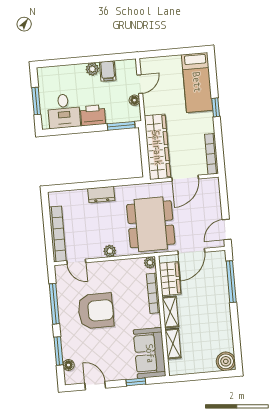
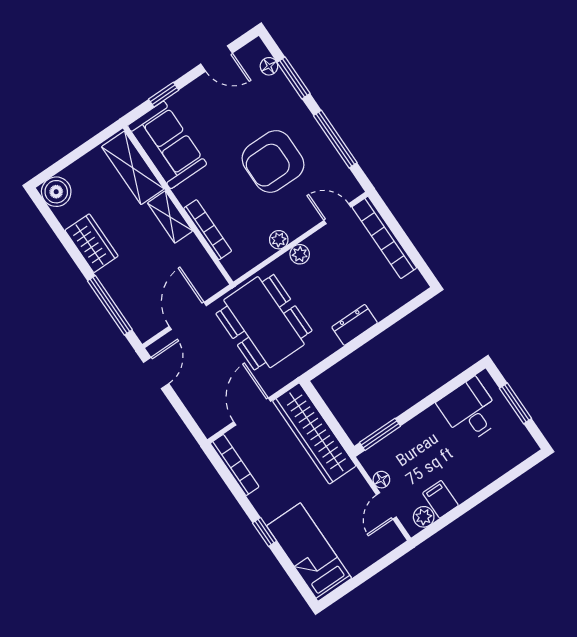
plant: (92, 69) -> (424, 517), moved
printer: (93, 115) -> (427, 427), removed
plant: (150, 263) -> (279, 240), moved
wardrobe: (170, 279) -> (92, 243), moved, turned 180
shelving: (173, 344) -> (133, 168), width x1.50, depth x1.33

